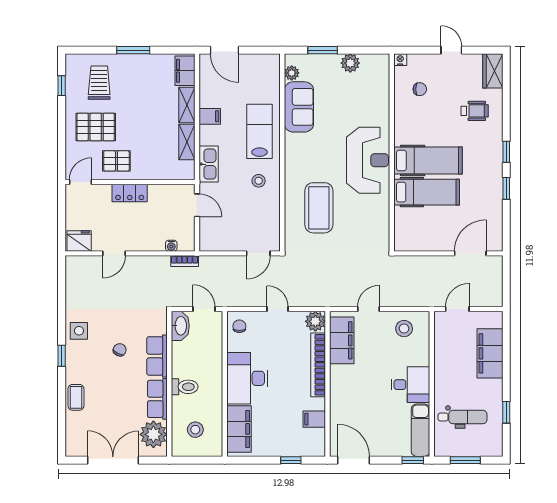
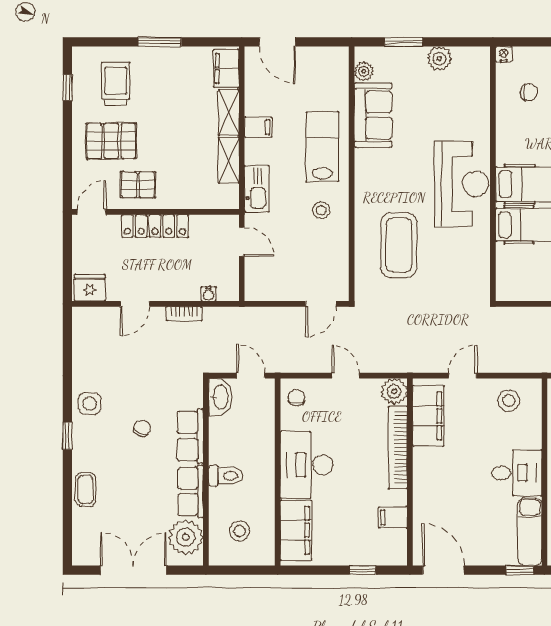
locker: (130, 193) -> (155, 226), width x1.53
bookcase: (185, 261) -> (184, 314), moved

